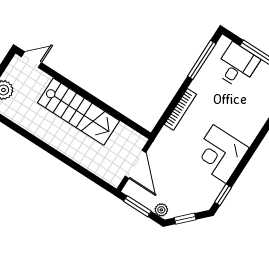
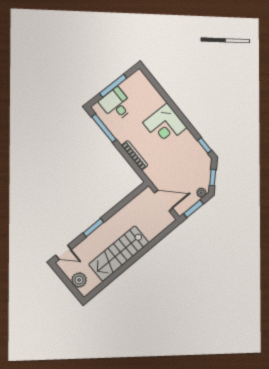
door: (31, 60) -> (63, 252), swing flipped
window: (74, 87) -> (93, 228), added
stairs: (79, 112) -> (119, 253), moved, turned 180
corner desk: (220, 154) -> (165, 125), moved

